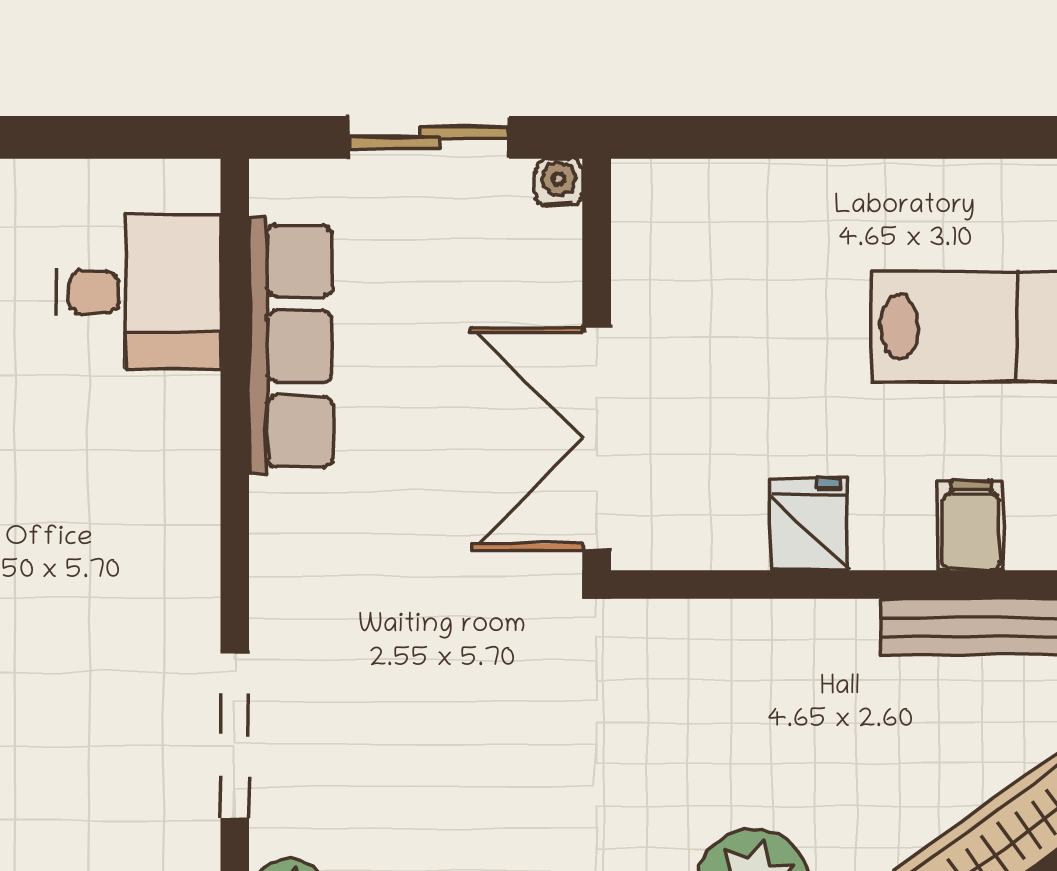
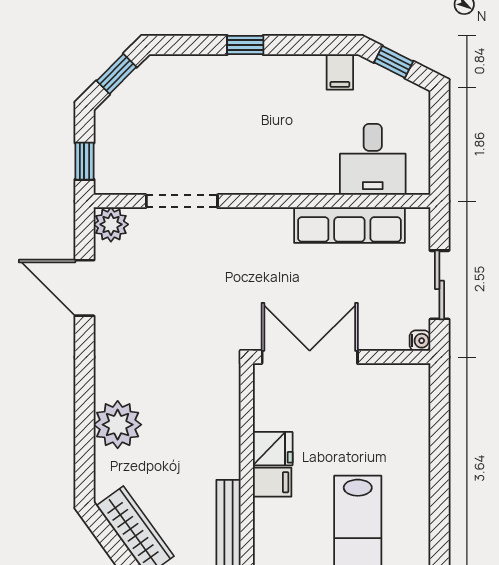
filing cabinet: (971, 526) -> (272, 482), moved

